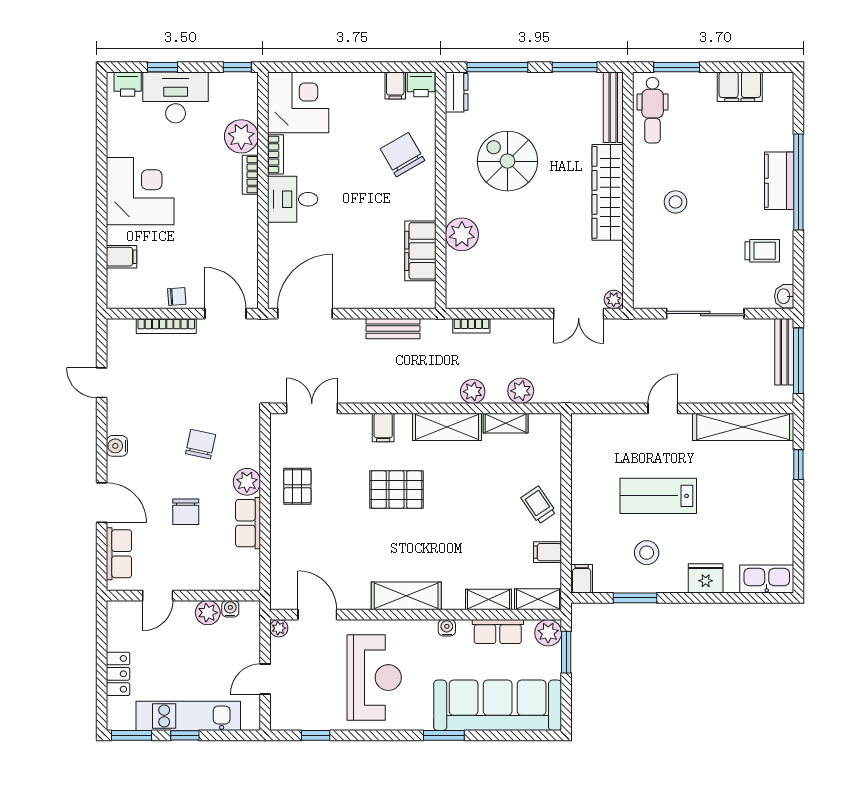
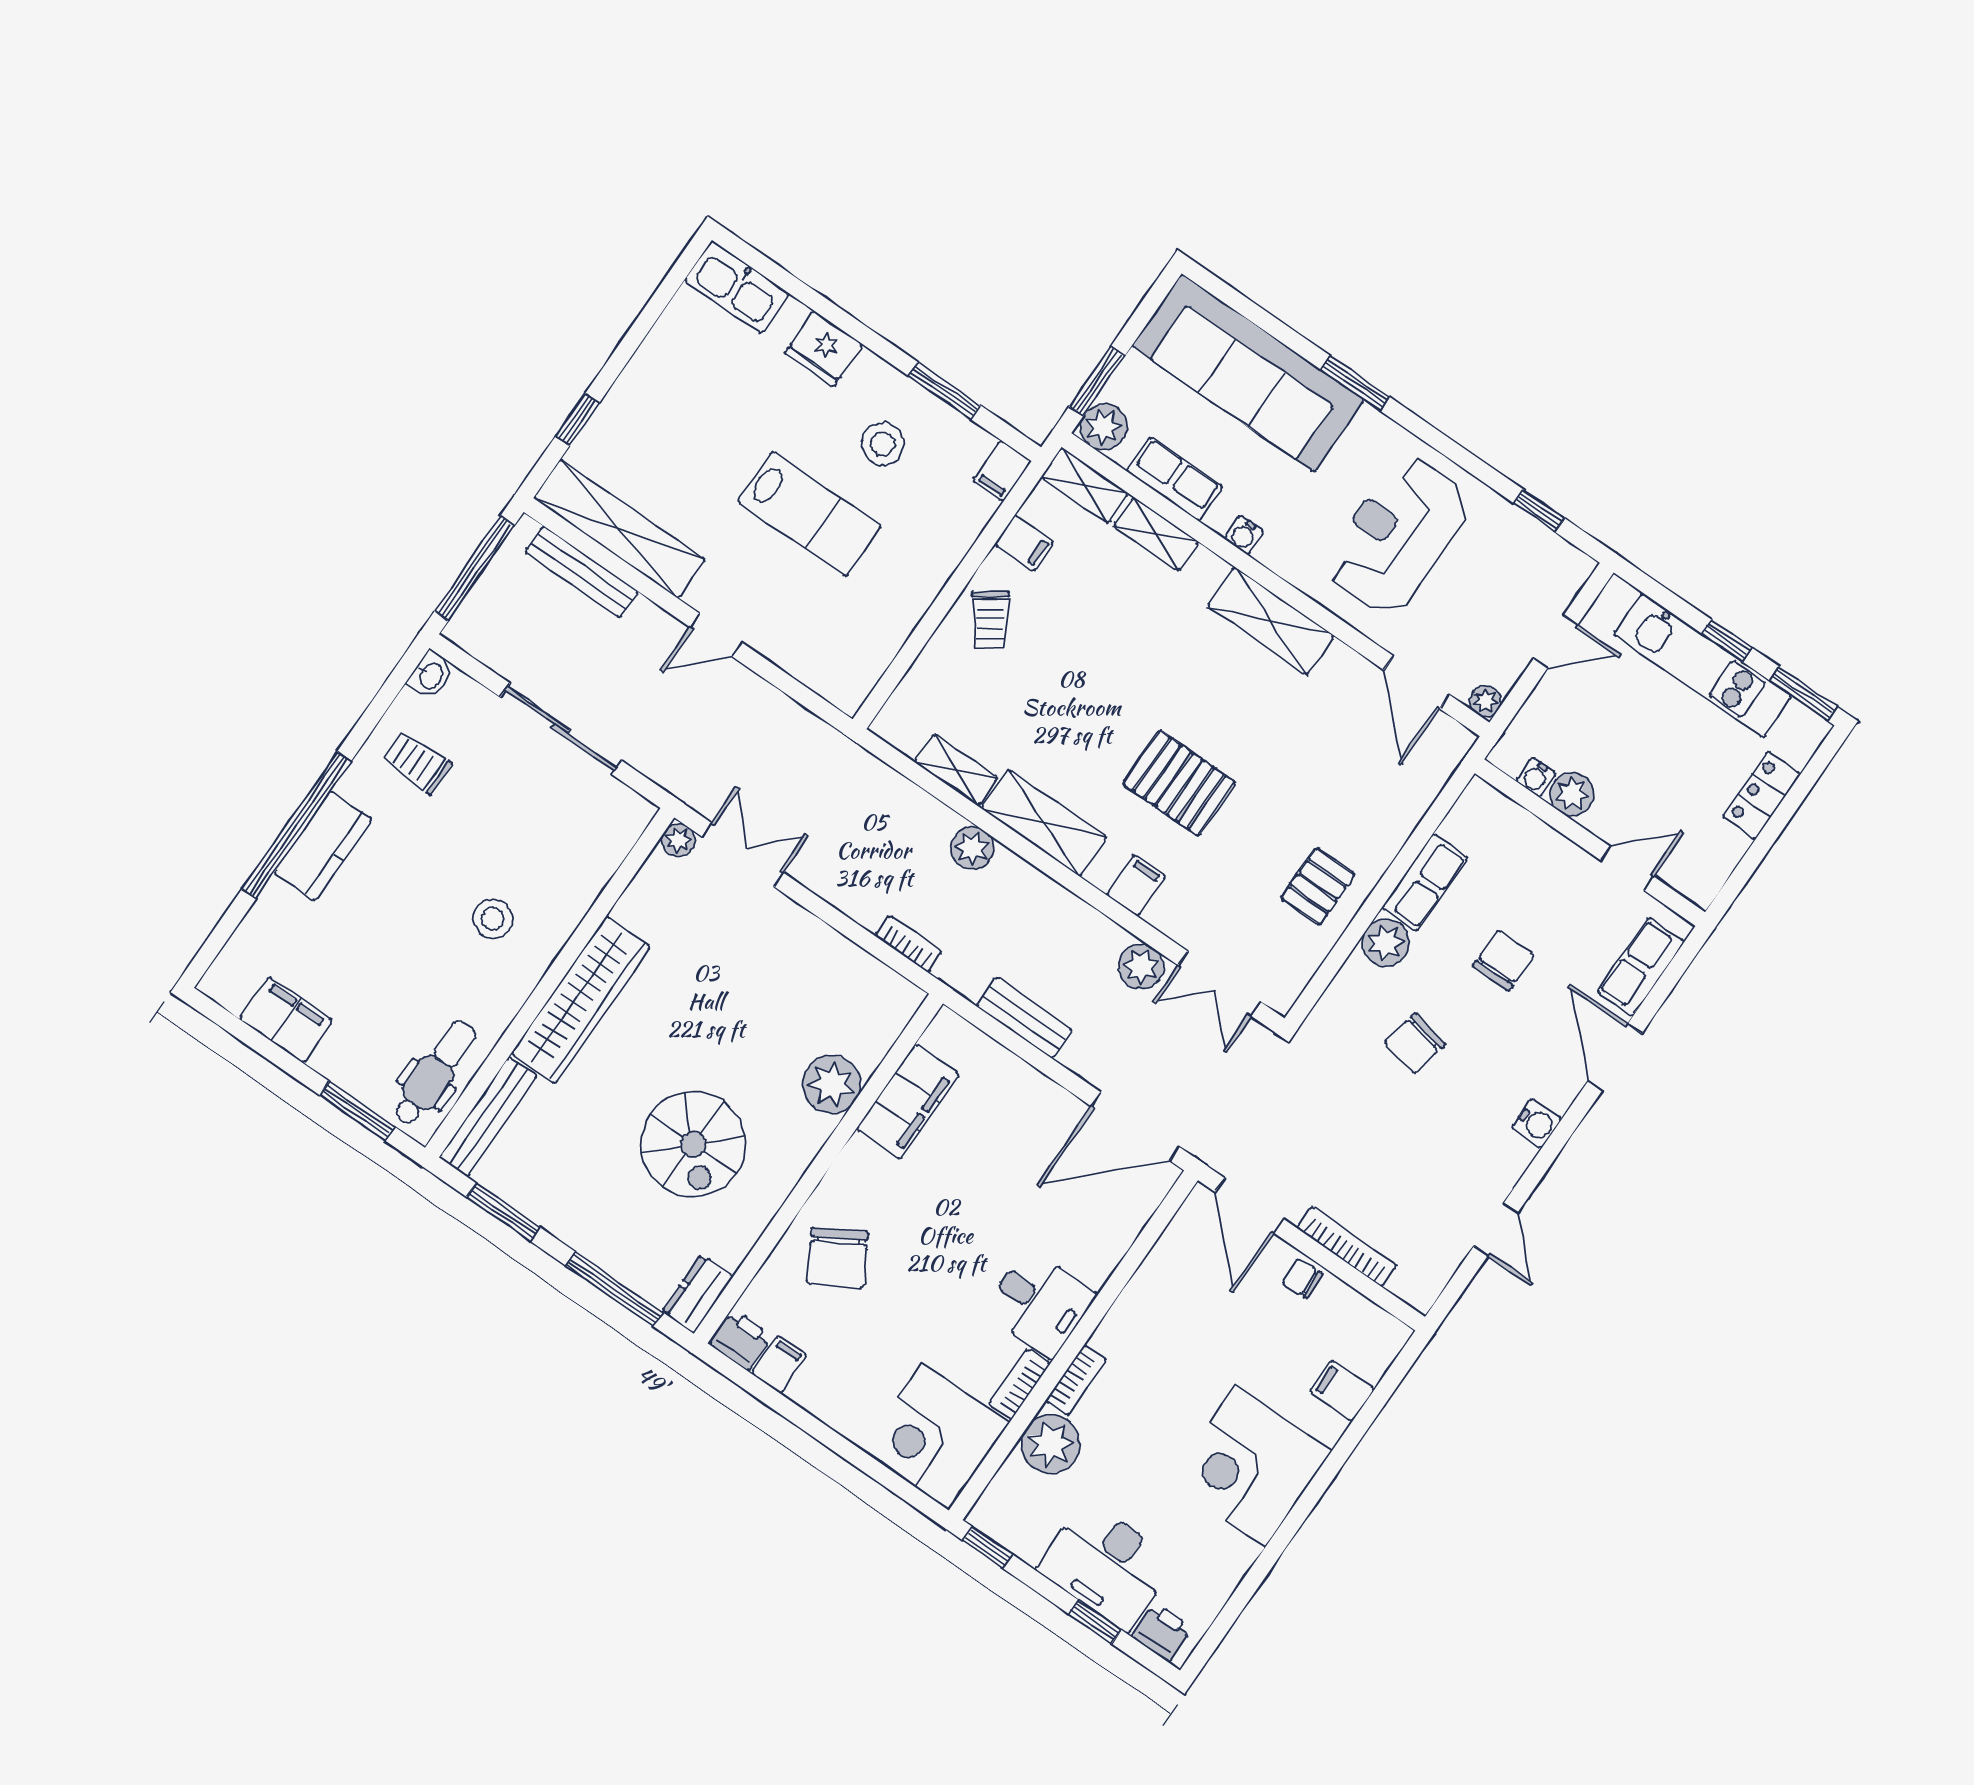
bench: (784, 352) -> (582, 572), moved, turned 90
plant: (521, 391) -> (1141, 967), moved

